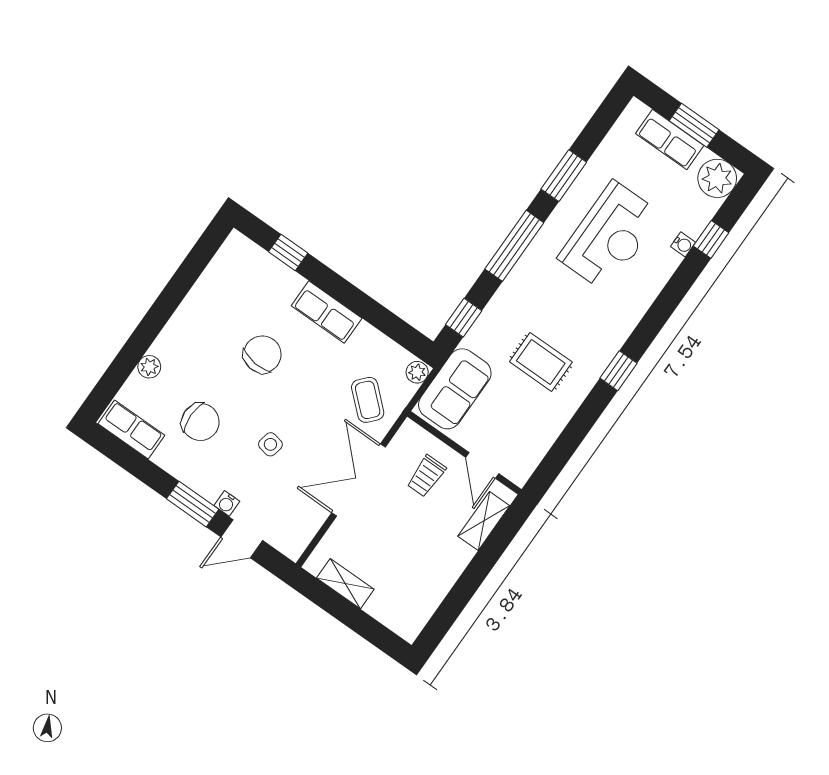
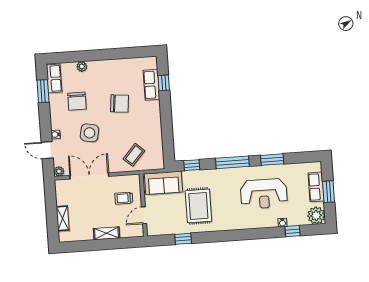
row of seats: (327, 312) -> (151, 85), moved
rug: (541, 362) -> (198, 206), width x1.36, depth x1.43
window: (618, 371) -> (183, 239), moved
plant: (417, 372) -> (59, 171), moved
side table: (270, 444) -> (90, 133), width x1.87, depth x1.87
double door: (359, 480) -> (89, 176), moved
window: (193, 504) -> (43, 91), moved
shelving: (484, 521) -> (106, 233), moved
shelving: (345, 584) -> (63, 218), moved

